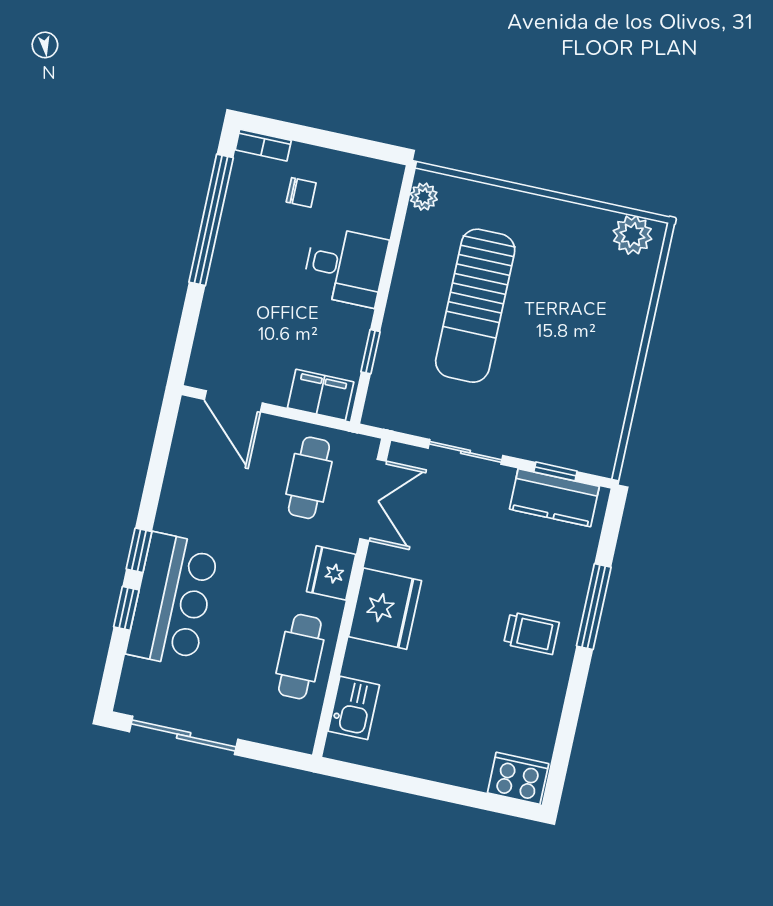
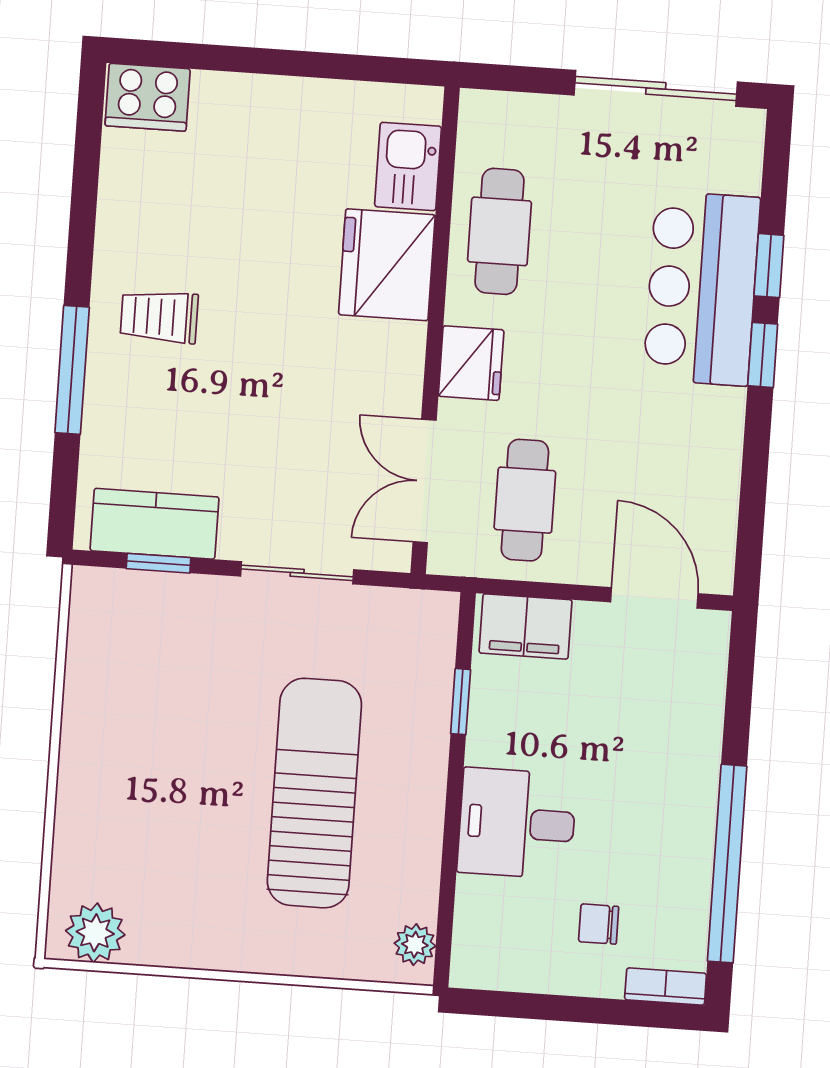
fridge: (385, 609) -> (387, 265), moved

